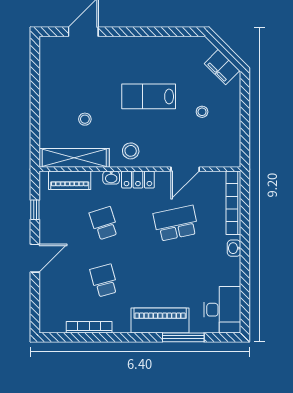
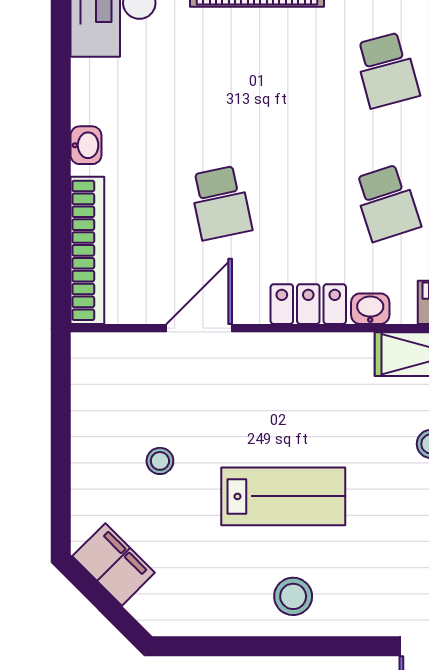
stool: (131, 151) -> (293, 596), moved
school desk: (176, 223) -> (221, 203), width x0.54

